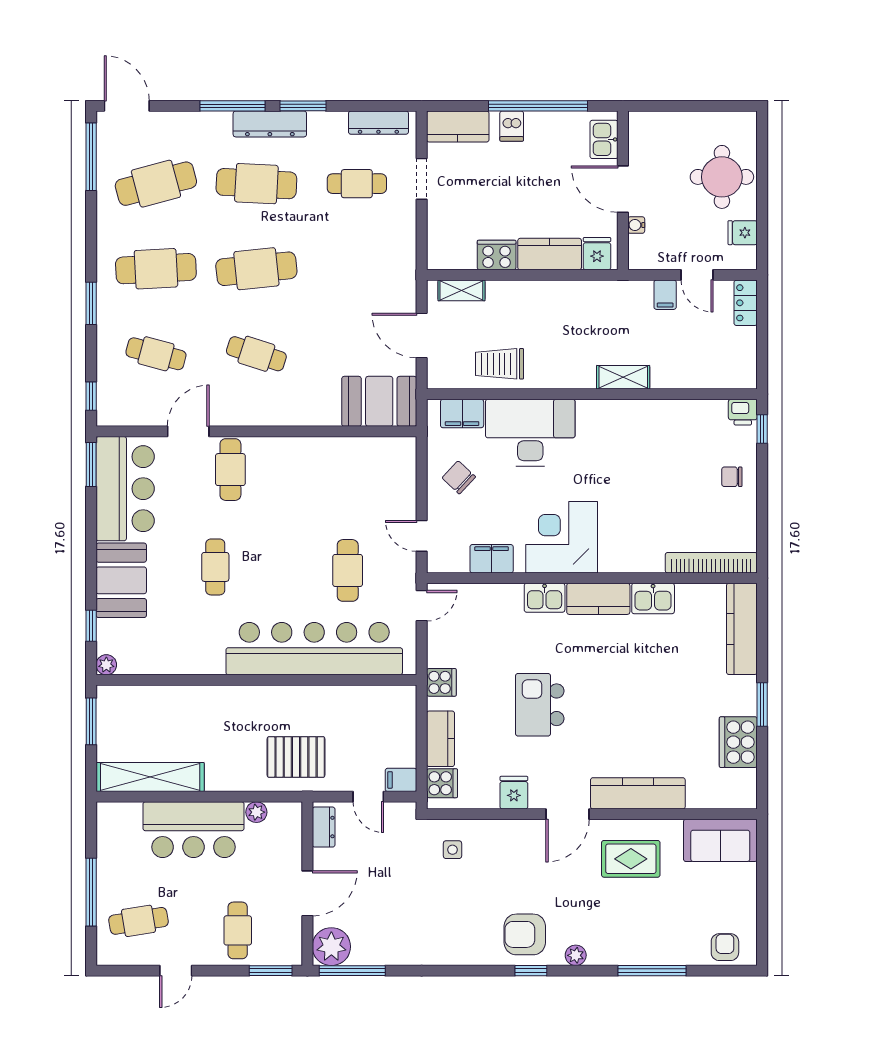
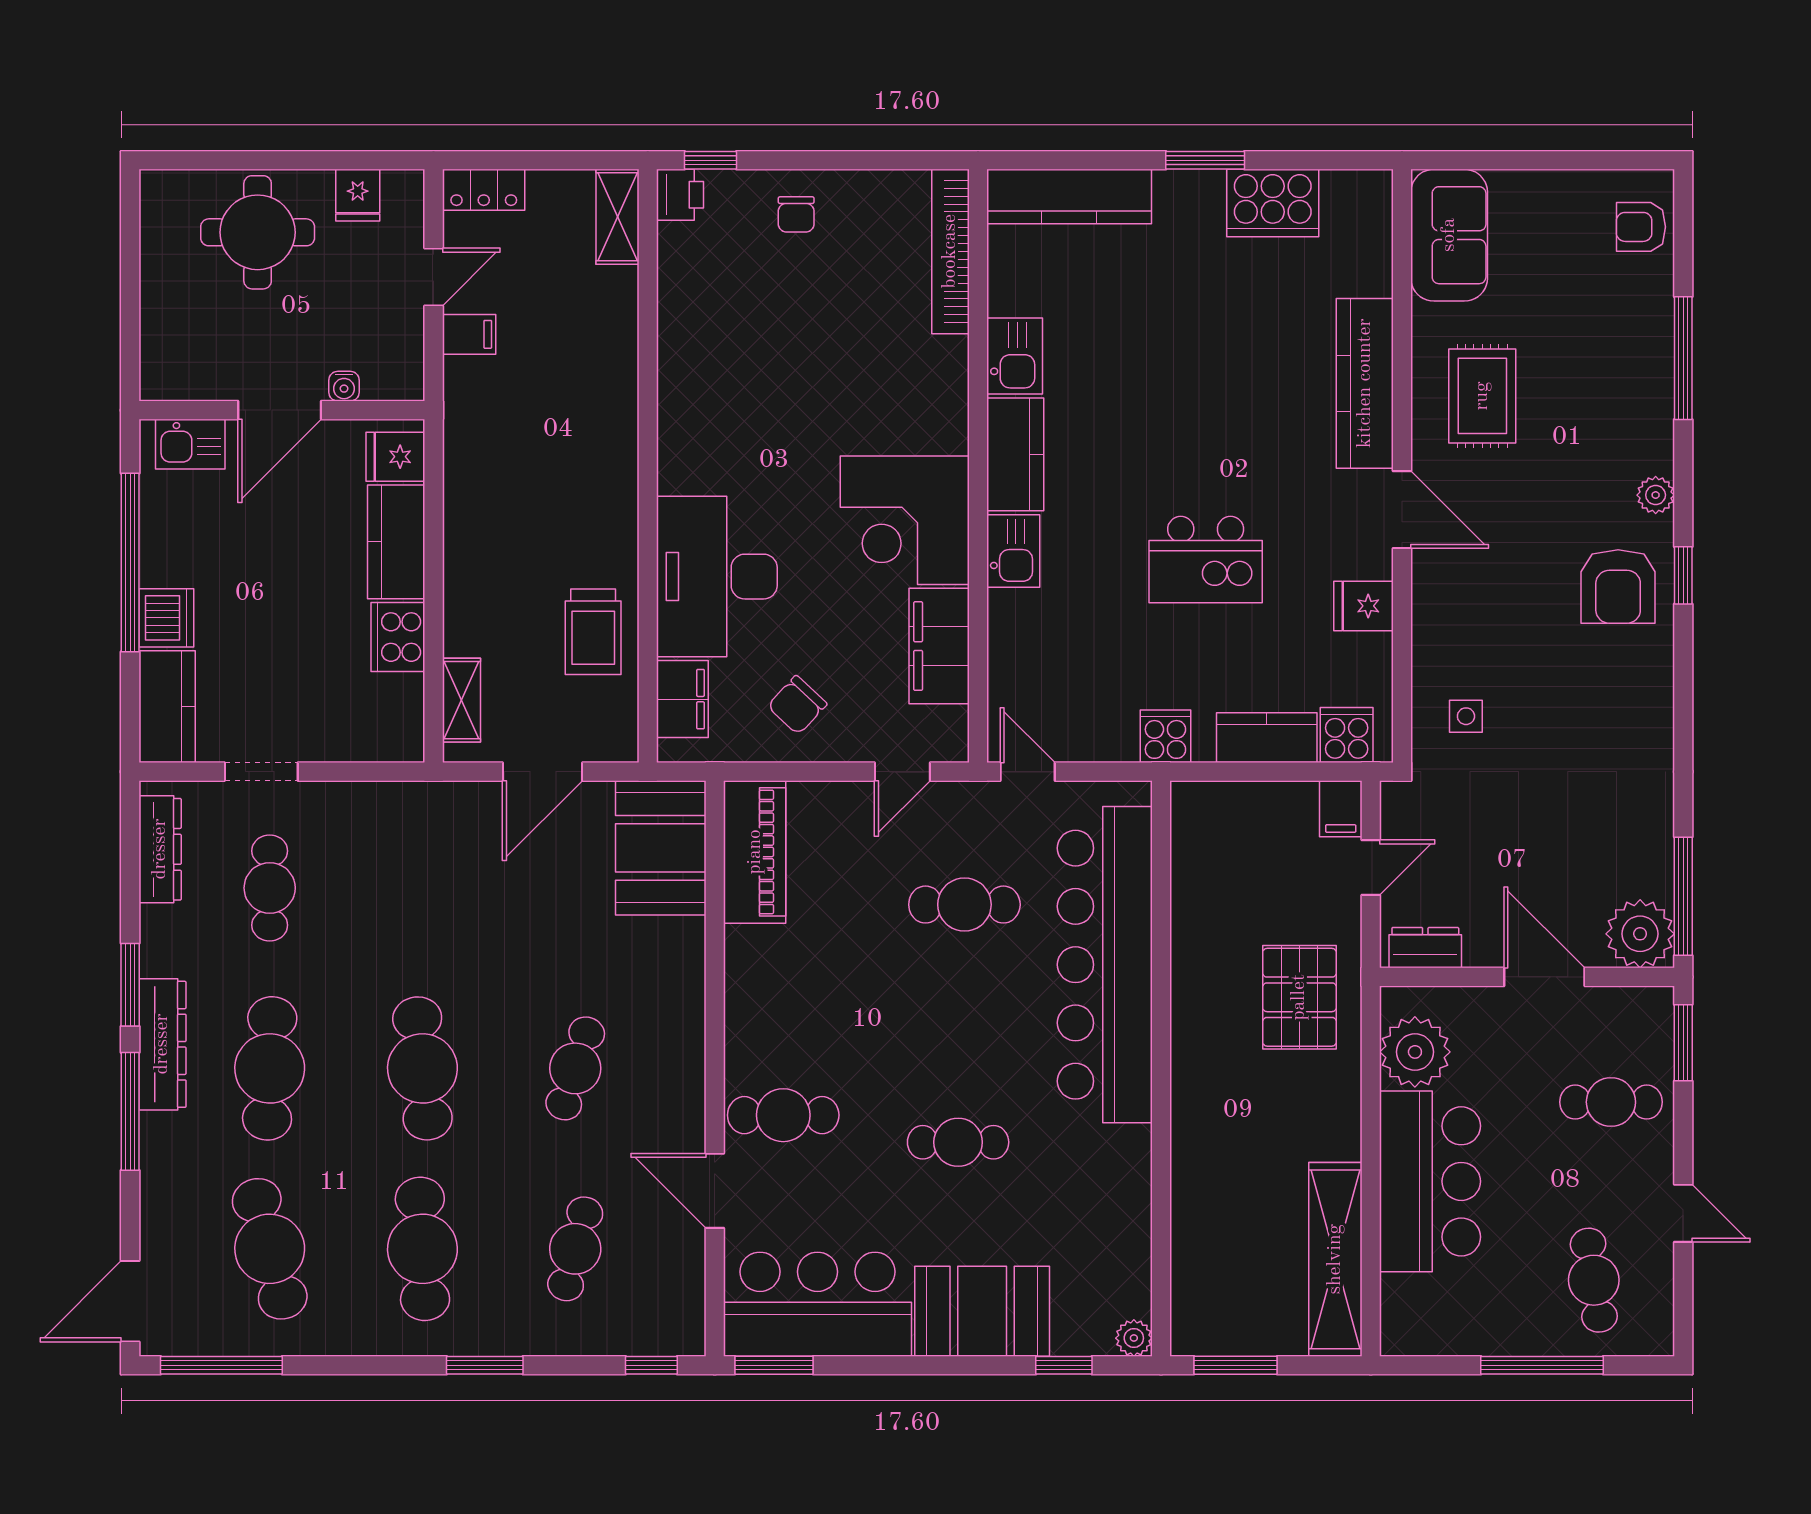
dishwasher: (512, 126) -> (166, 618), width x1.38
shelving: (623, 377) -> (617, 217), moved
piano: (377, 454) -> (755, 852), added
filing cabinet: (492, 559) -> (939, 646), width x1.50, depth x1.17
plant: (256, 812) -> (1415, 1052), width x1.88, depth x1.88

